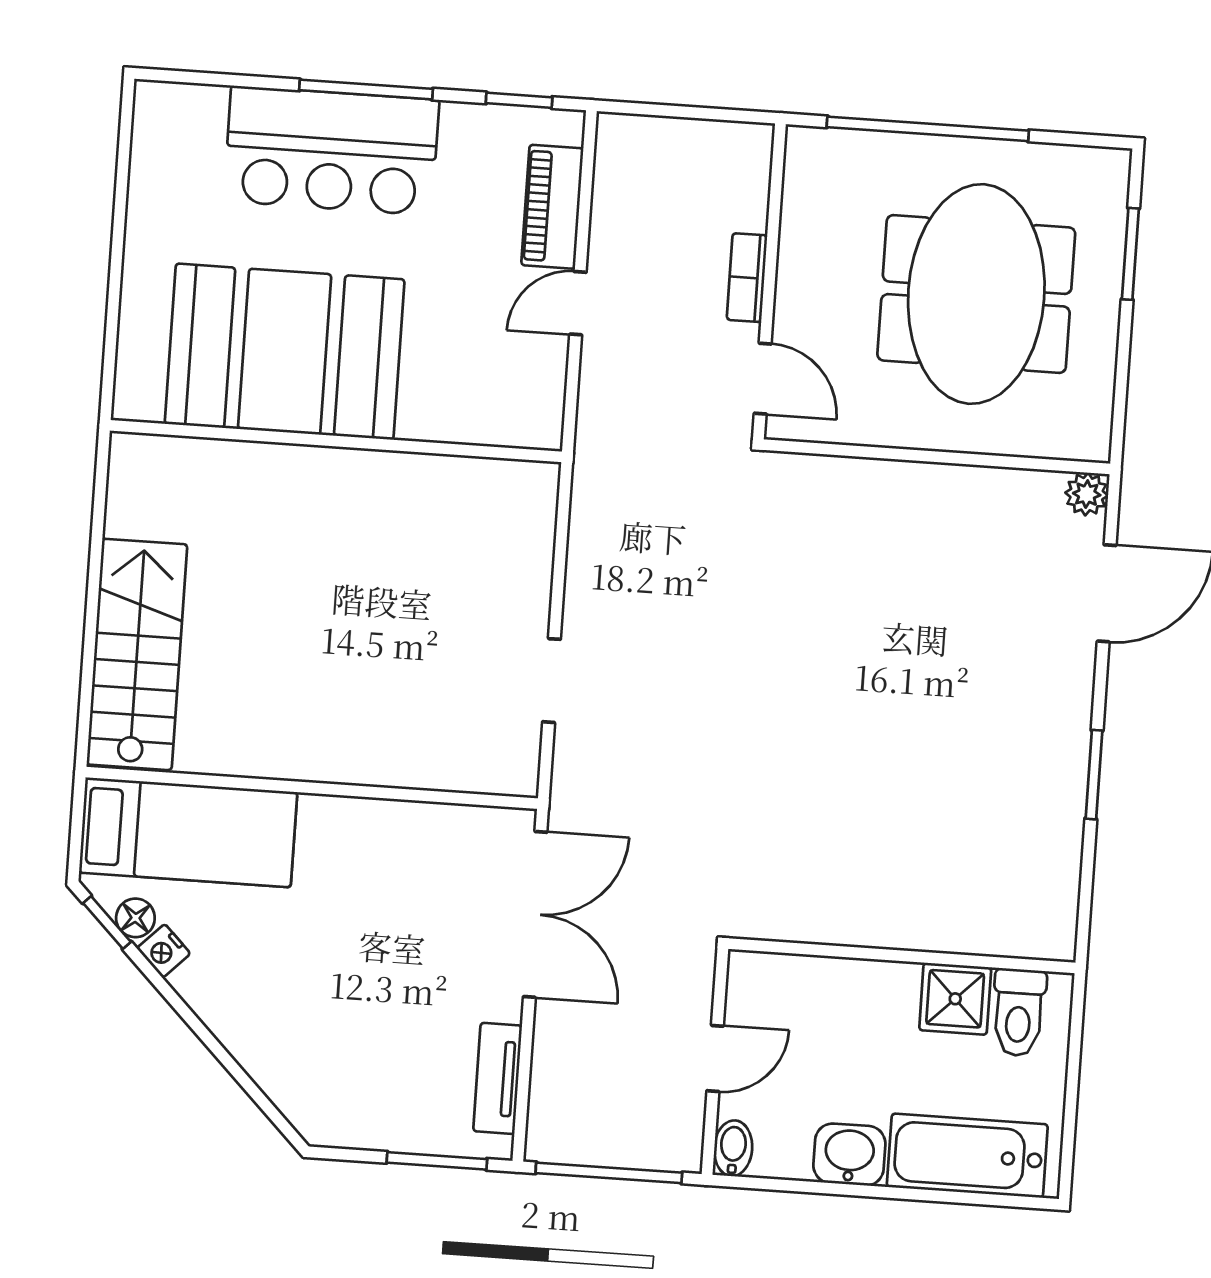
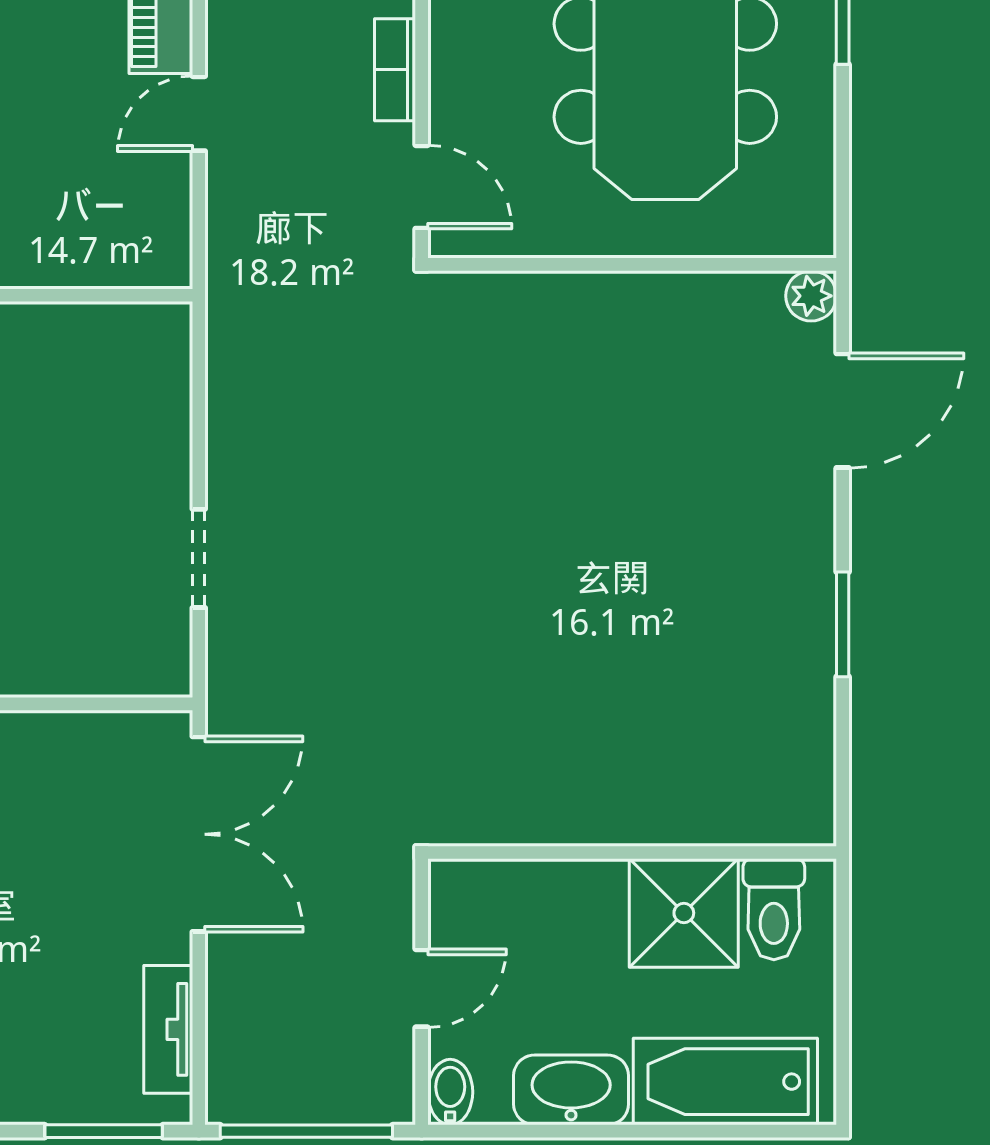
shower: (955, 999) -> (684, 913), width x1.36, depth x1.36
washbasin: (849, 1155) -> (571, 1090), width x1.38

